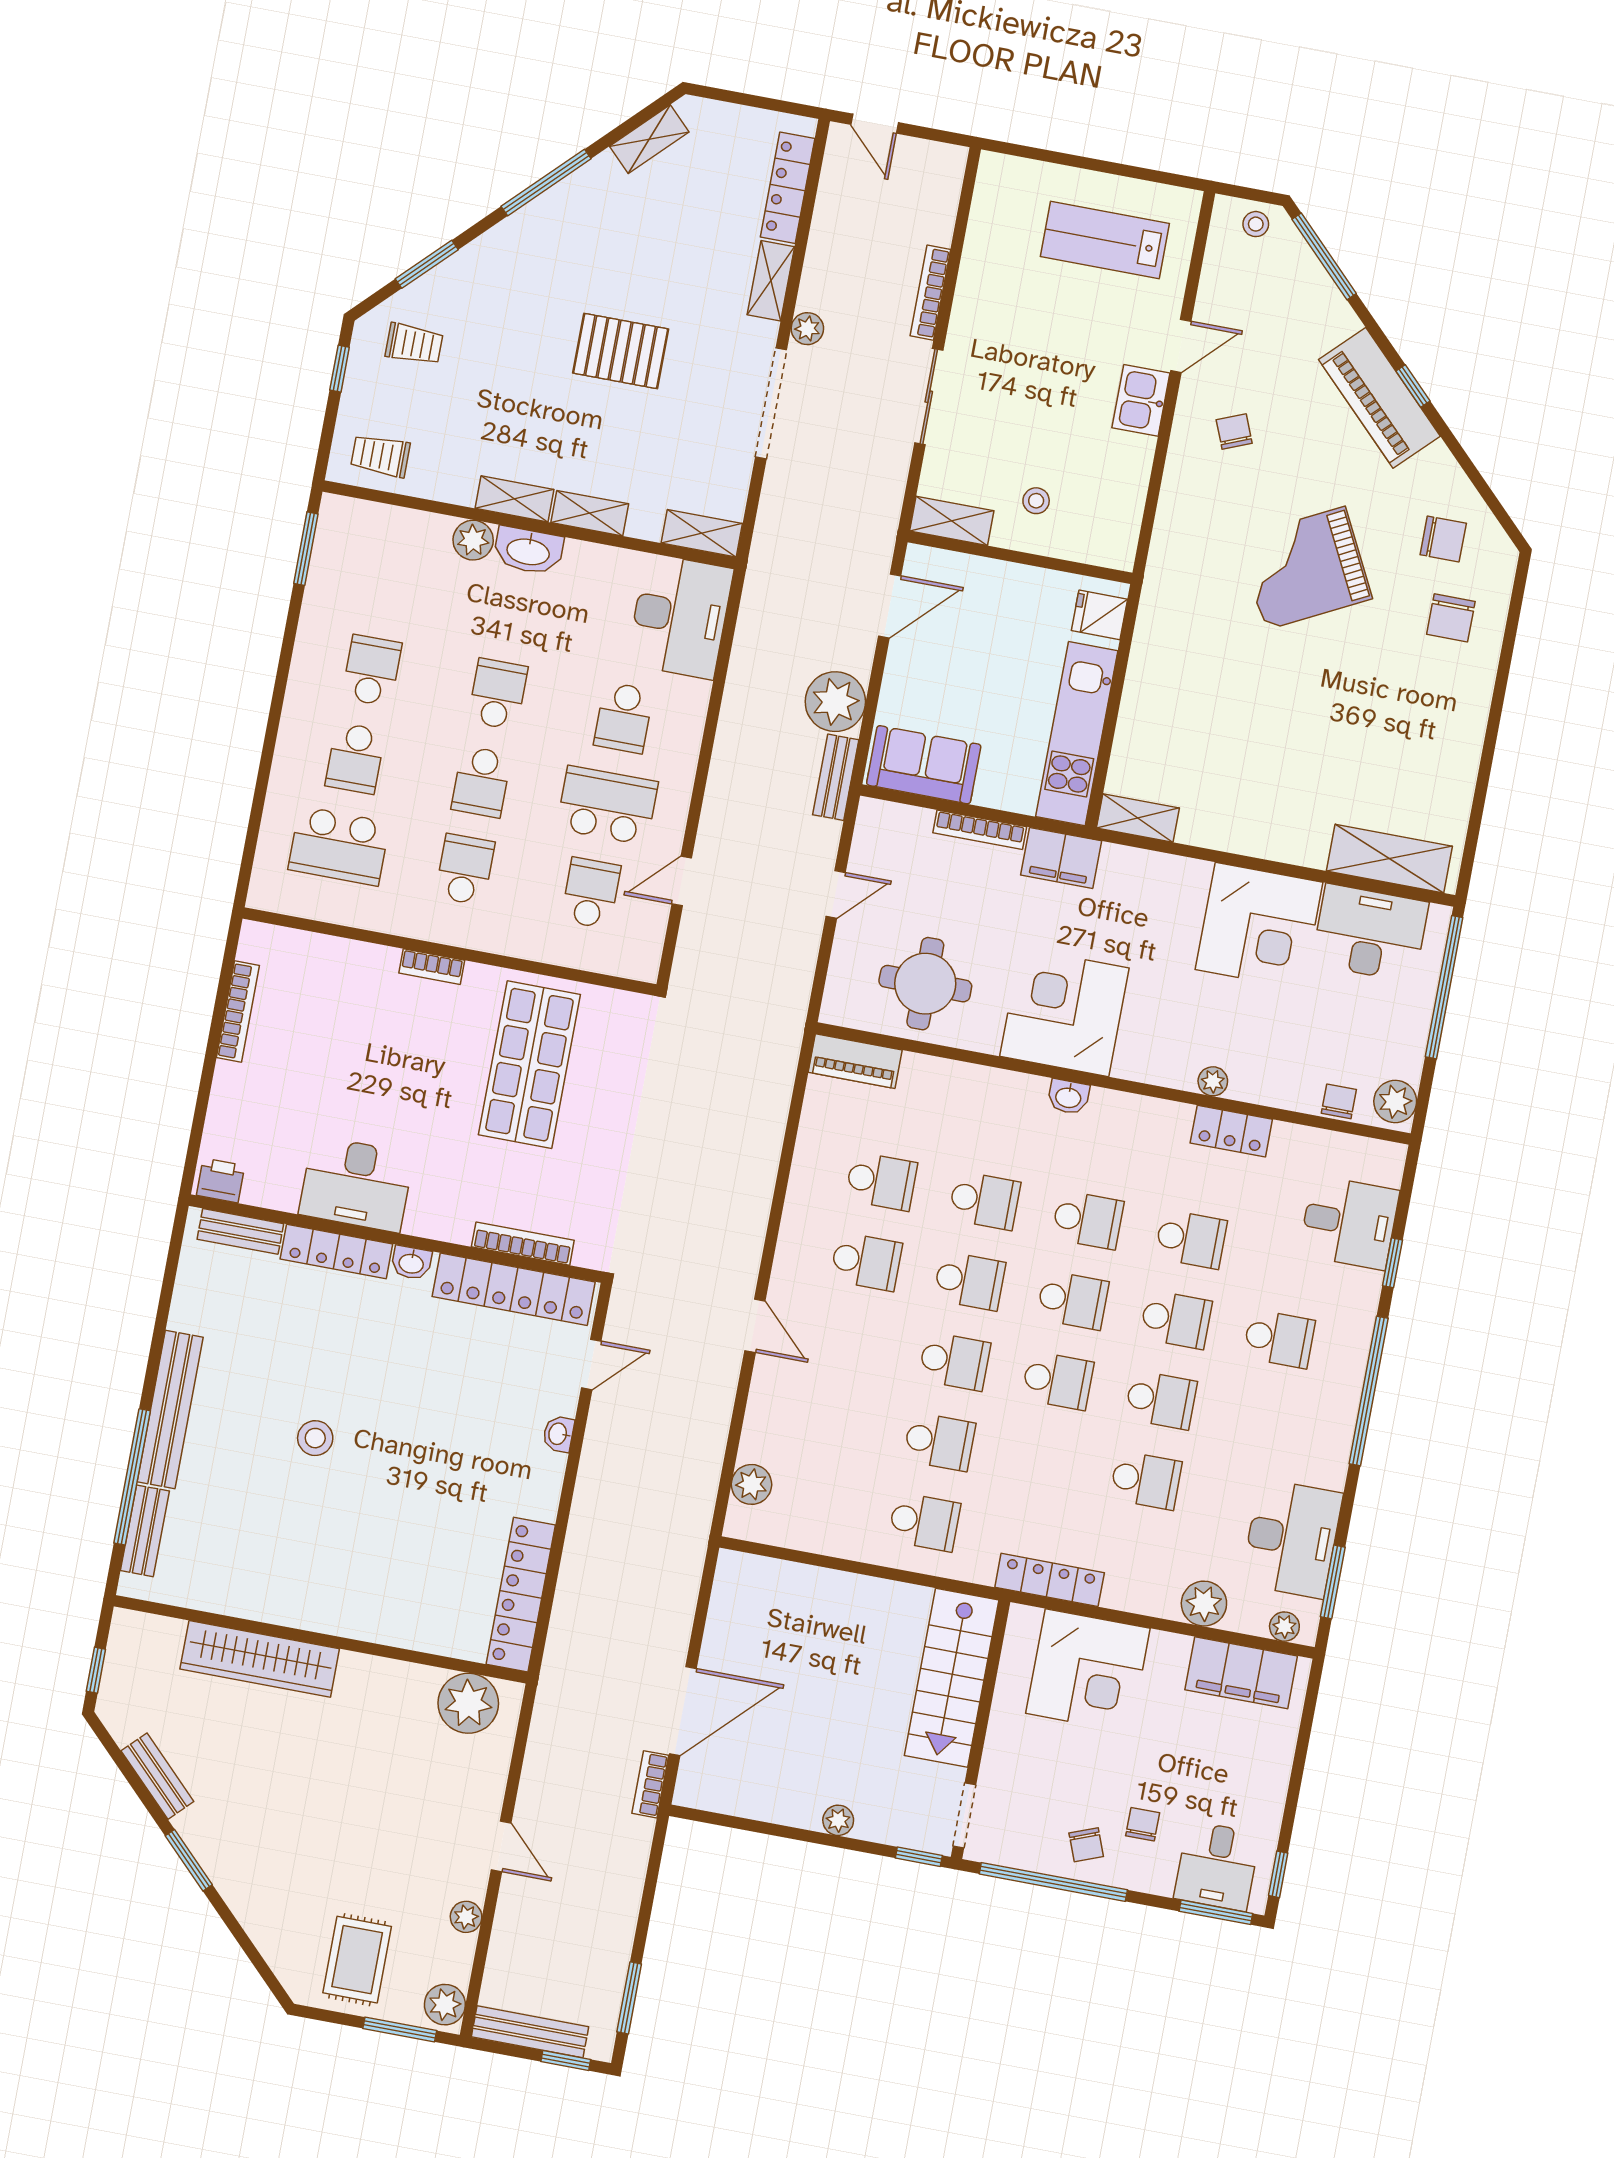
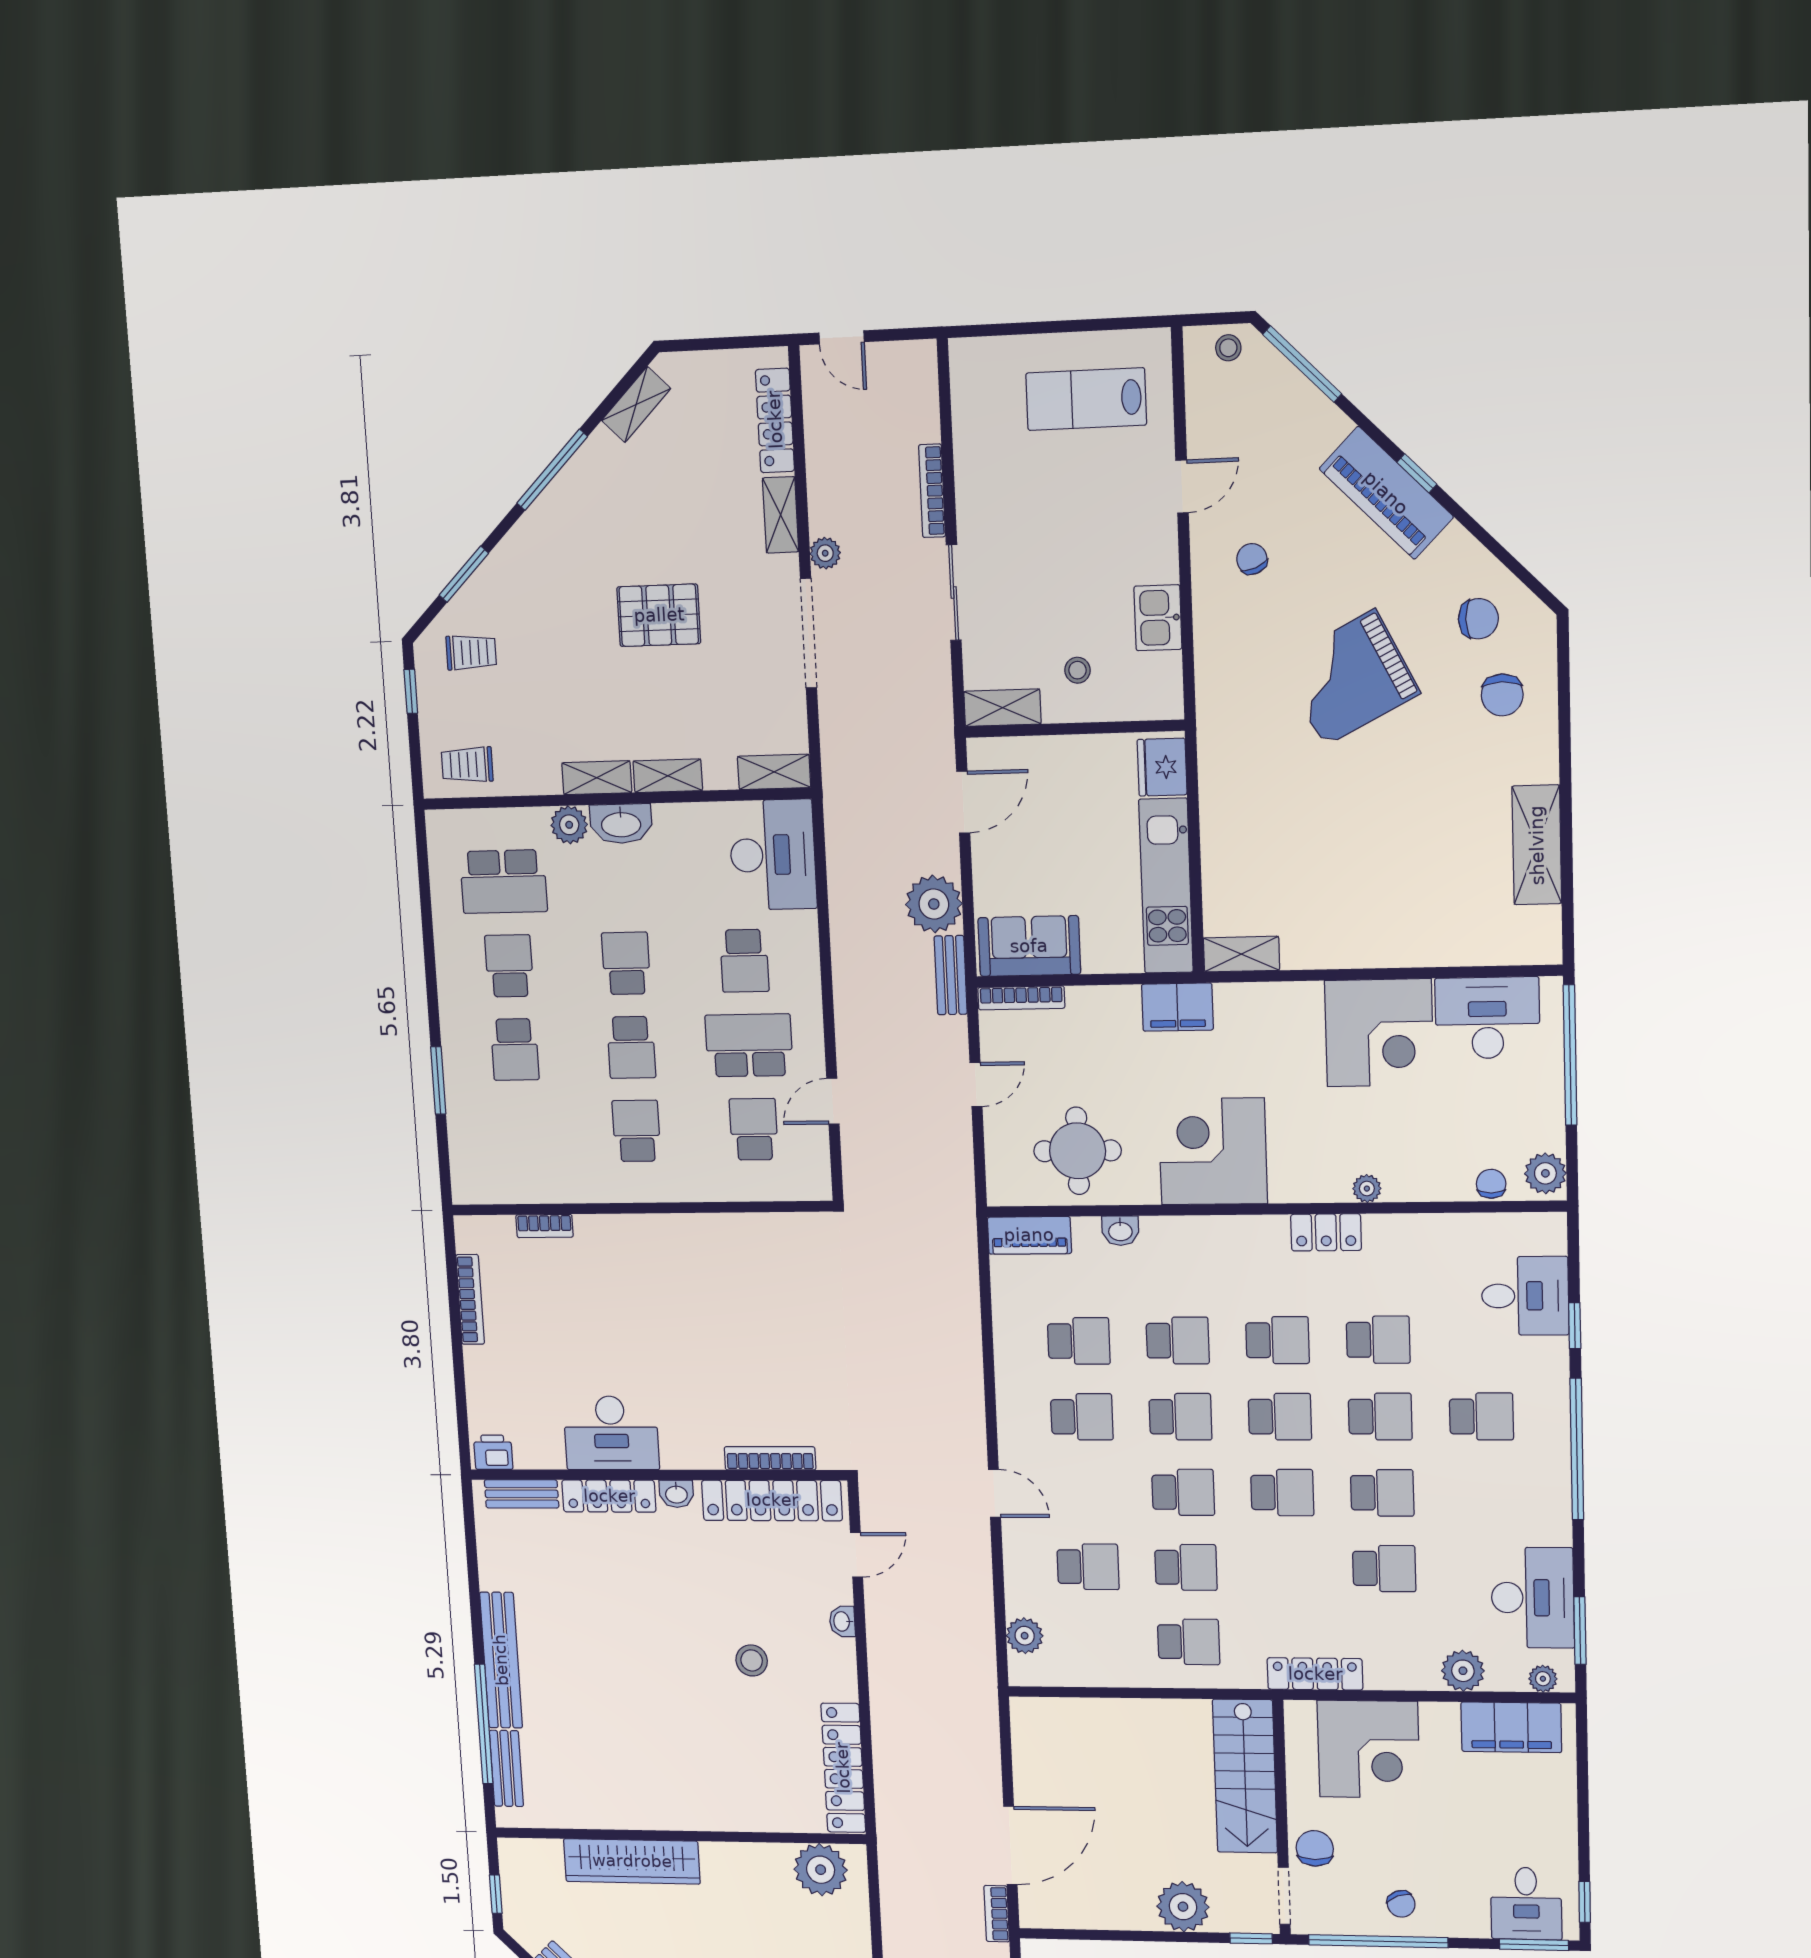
kitchen sink: (1141, 400) -> (1158, 618), moved
window: (306, 549) -> (438, 1080), moved
fridge: (1099, 615) -> (1162, 767), width x1.38
bookcase: (980, 830) -> (1021, 998), moved
school desk: (339, 846) -> (504, 882), moved
shelving: (1389, 859) -> (1537, 845), moved, turned 90
bookcase: (432, 967) -> (544, 1226), moved
shop shelf: (529, 1065) -> (737, 1297), removed
washbasin: (1068, 1097) -> (1120, 1231), moved
locker: (1231, 1131) -> (1326, 1232), moved
school desk: (836, 1422) -> (1088, 1567), added
stool: (315, 1438) -> (752, 1660), moved
plant: (838, 1820) -> (1183, 1907), width x1.88, depth x1.88
chair: (1143, 1824) -> (1315, 1848), moved, width x1.37, depth x1.37

